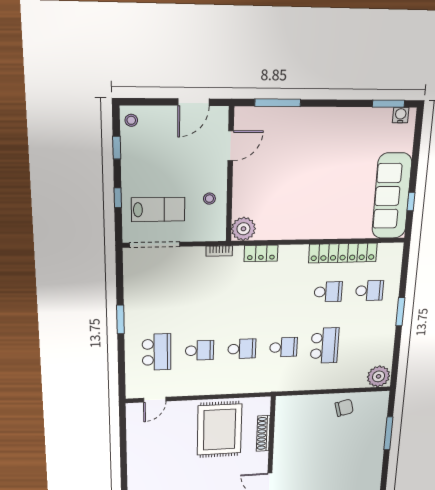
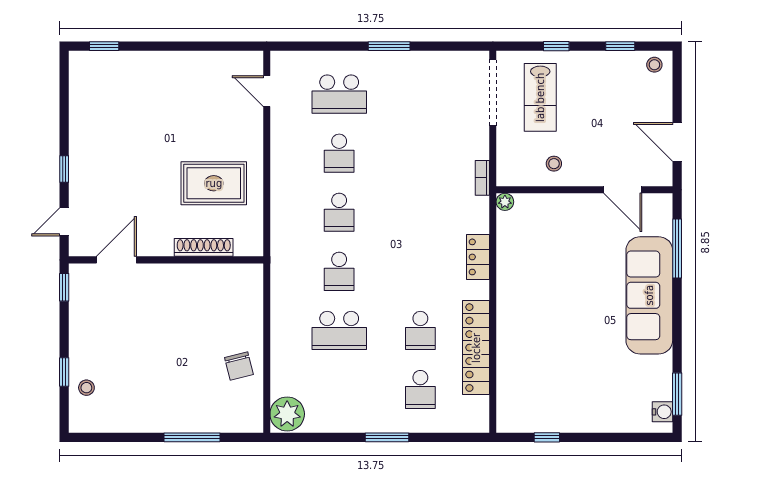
sofa: (392, 196) -> (649, 295), moved, turned -90
plant: (243, 229) -> (505, 202), width x0.53, depth x0.53
locker: (261, 253) -> (478, 257), moved
rug: (219, 430) -> (214, 183), width x0.73, depth x0.69

